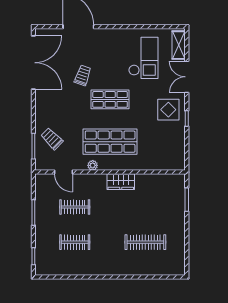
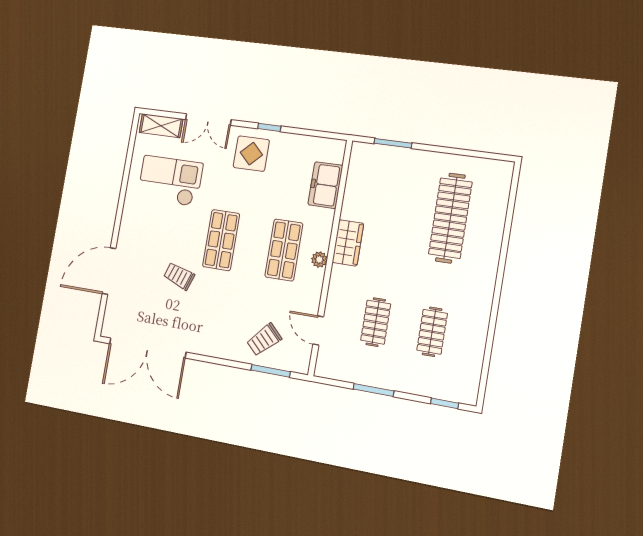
double door: (33, 63) -> (148, 348), swing flipped
shop shelf: (110, 142) -> (284, 250), width x0.70, depth x0.74
freezer: (155, 161) -> (325, 185), added
plant: (93, 165) -> (319, 260), moved
door: (64, 172) -> (318, 330), swing flipped
clothes rail: (145, 242) -> (450, 218), width x1.37, depth x1.31

